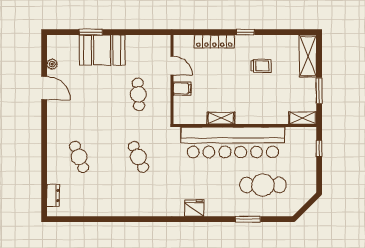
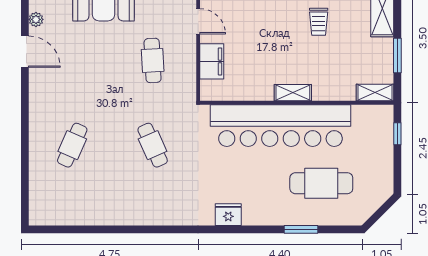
trolley: (261, 66) -> (319, 22), turned 90
filing cabinet: (182, 89) -> (212, 61), width x2.00
shelving: (221, 118) -> (293, 93), moved
cafe table: (79, 157) -> (72, 145), turned 45
dresser: (53, 196) -> (37, 198), removed

